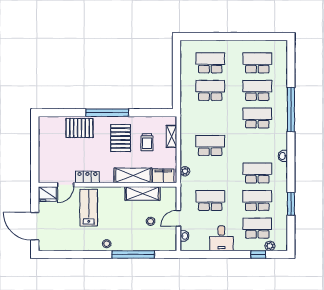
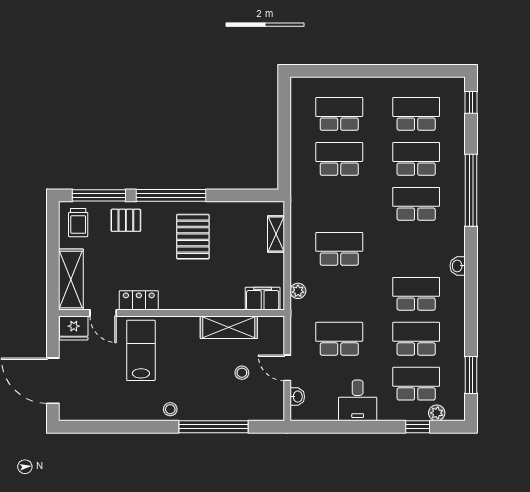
window: (291, 56) -> (471, 102), added
window: (63, 113) -> (99, 195), added
pallet: (79, 128) -> (126, 220), width x0.67, depth x0.71
trolley: (147, 142) -> (78, 223), moved
shelving: (133, 175) -> (71, 279), moved, turned 90
door: (66, 185) -> (103, 313), hinge flipped
window: (291, 204) -> (471, 375), moved
door: (178, 218) -> (287, 368), hinge flipped

